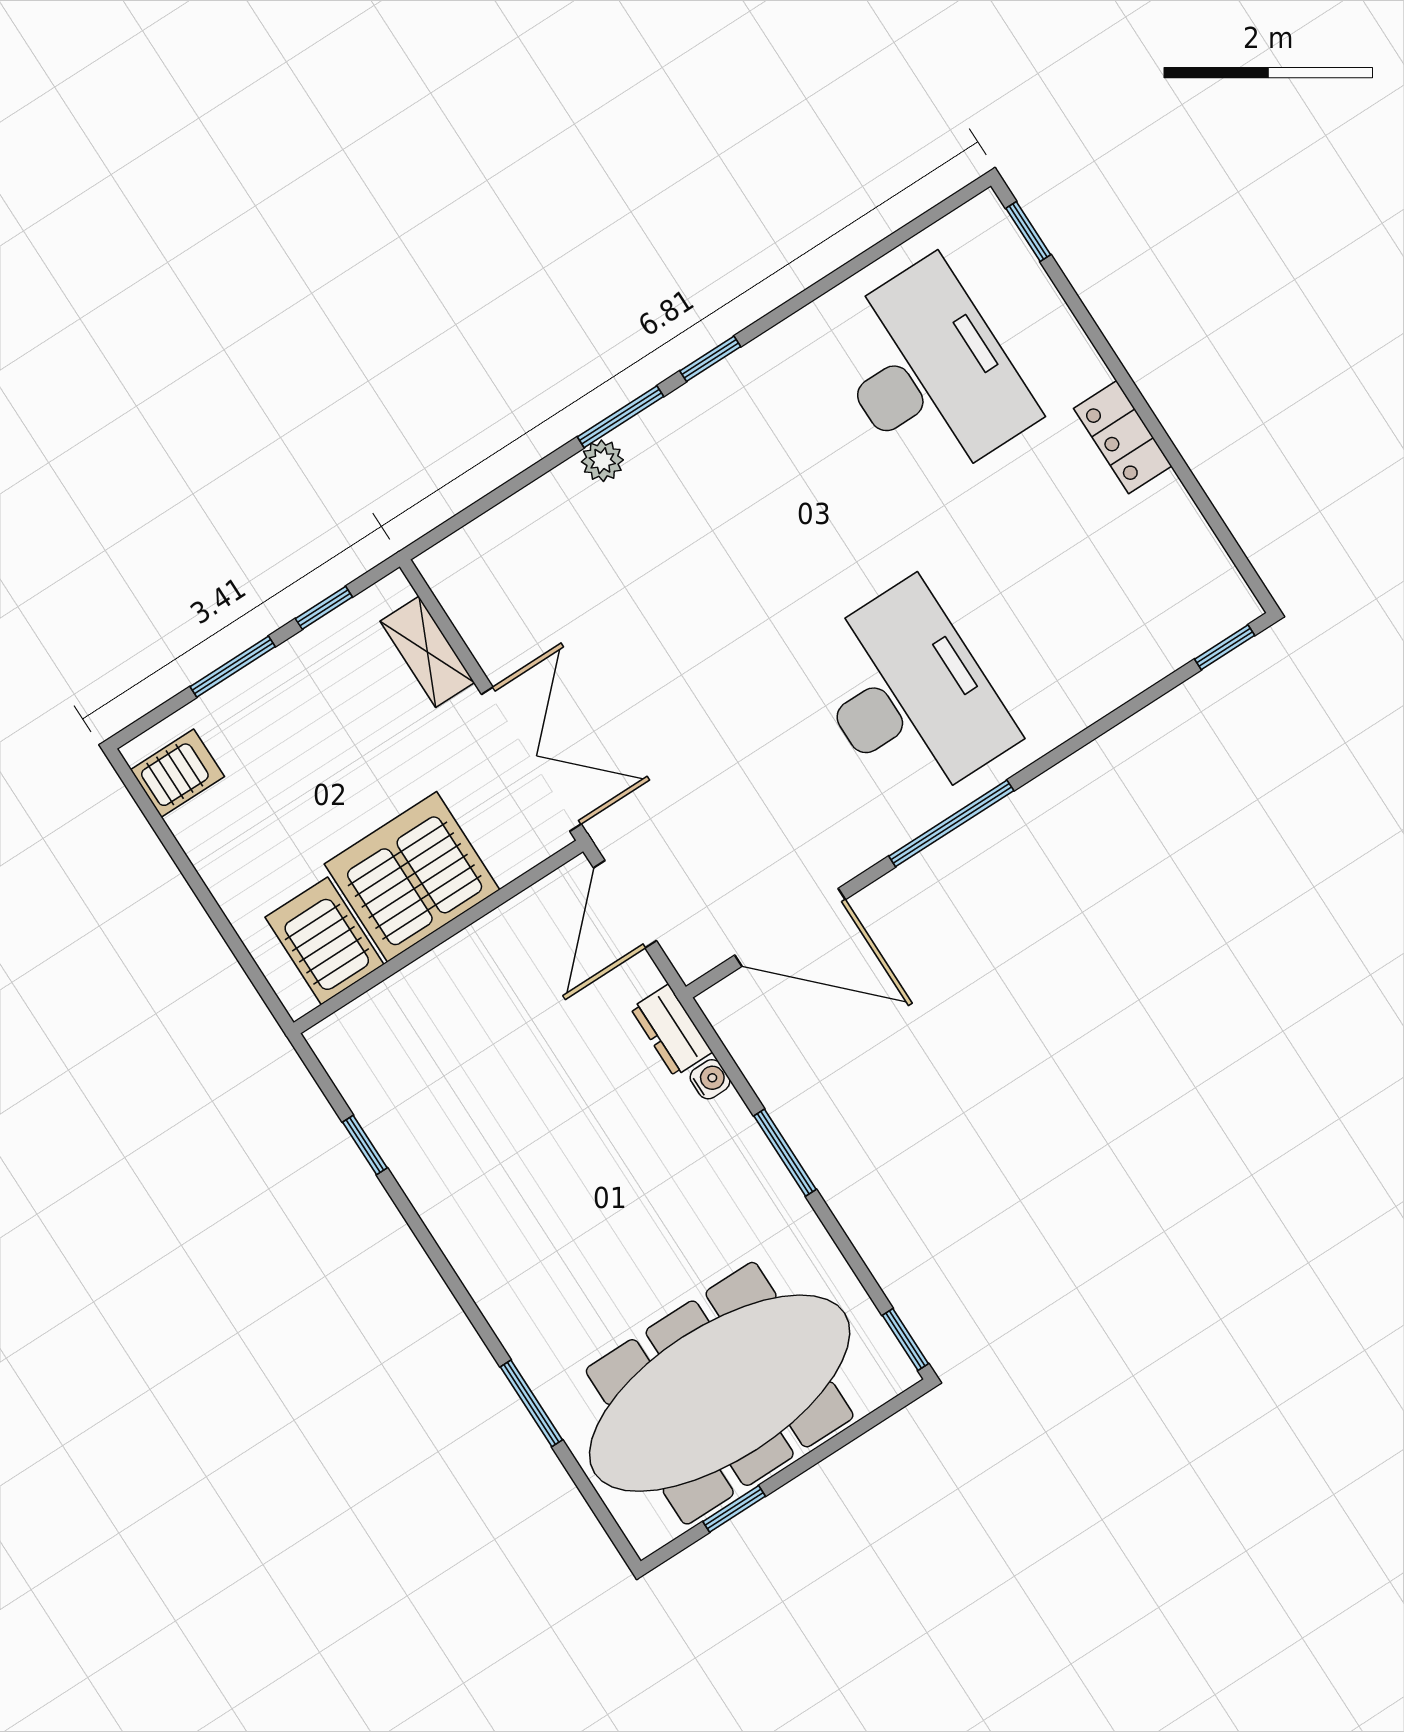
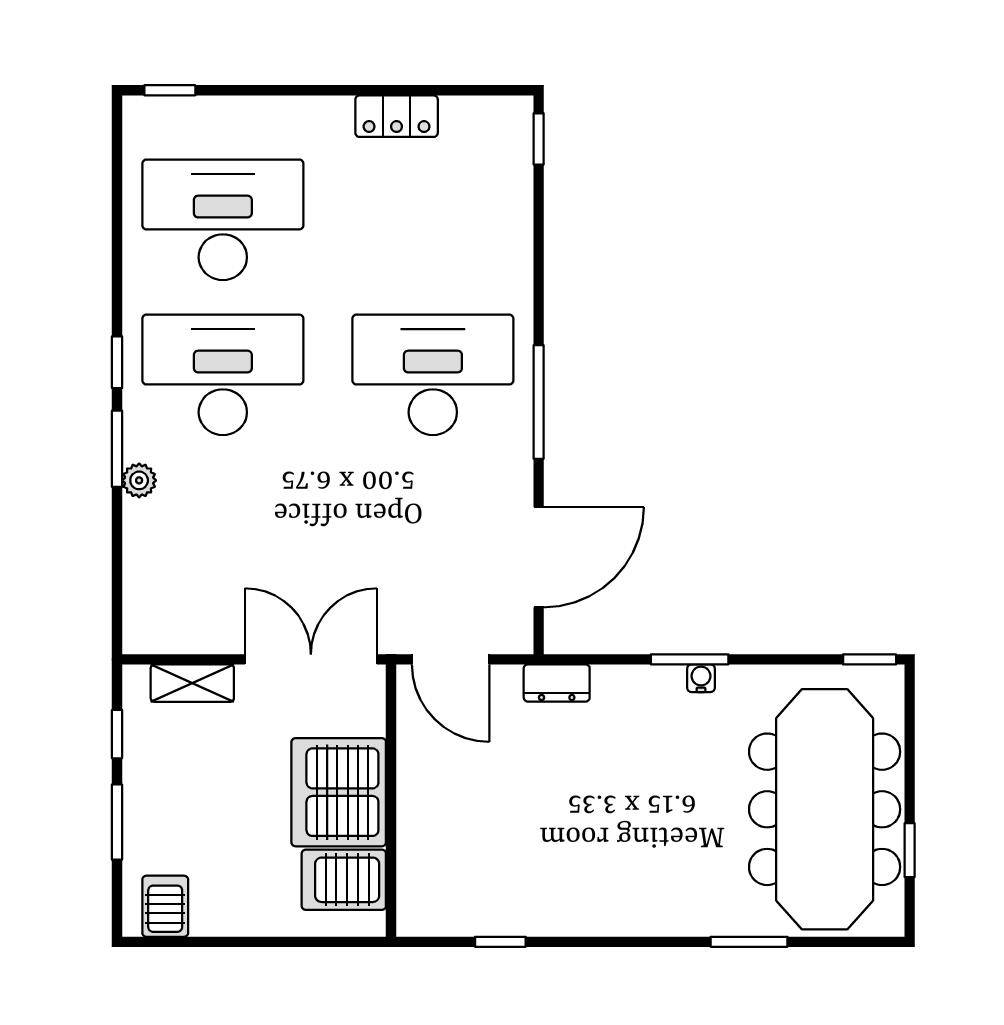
locker: (1123, 437) -> (397, 116), moved
desk: (768, 477) -> (223, 375), added
water cooler: (710, 1079) -> (701, 678), moved

